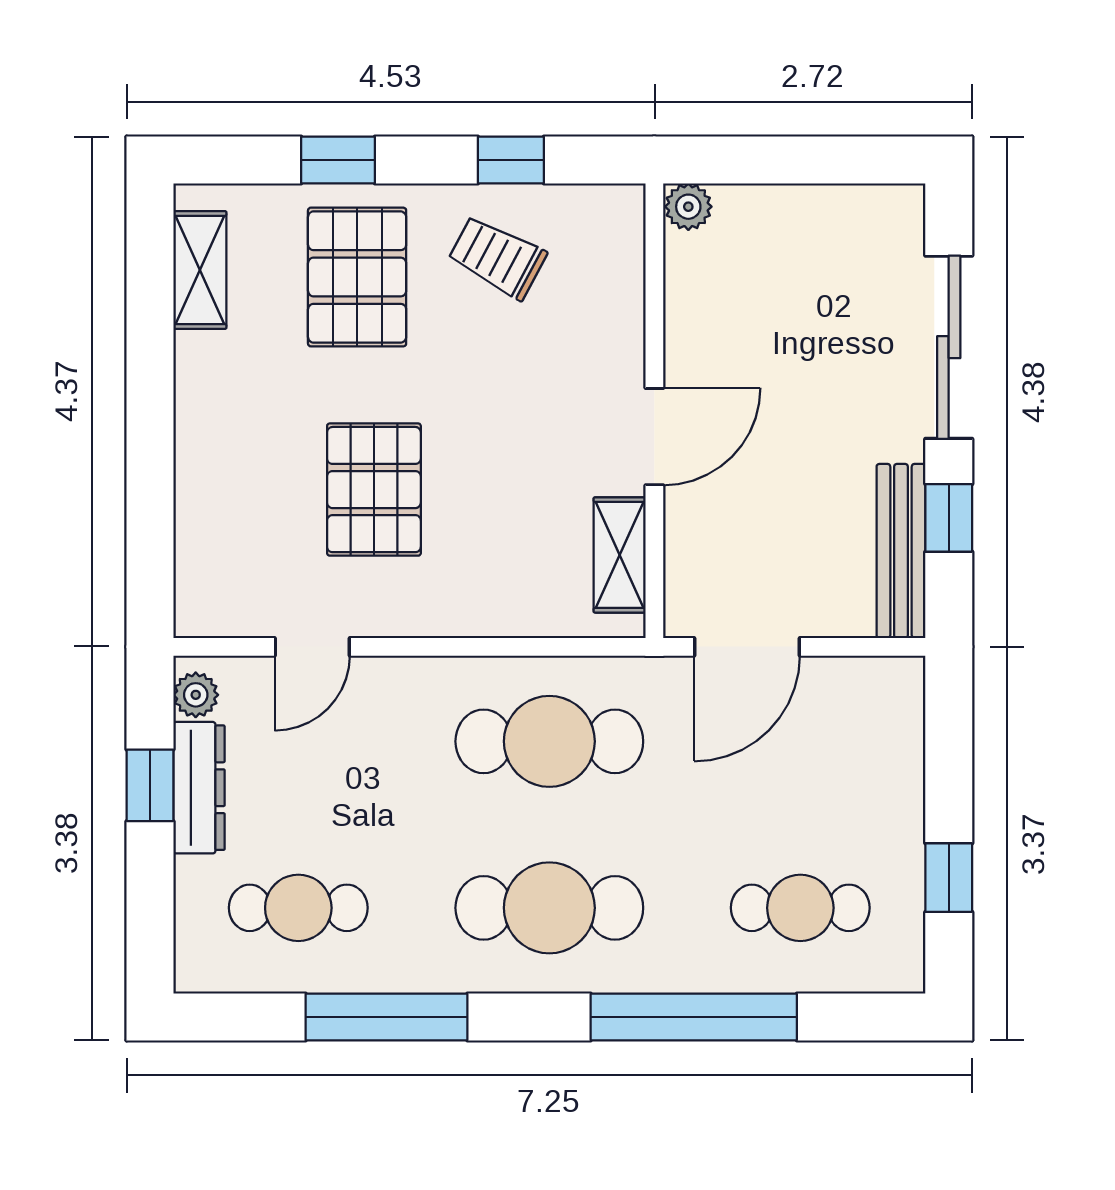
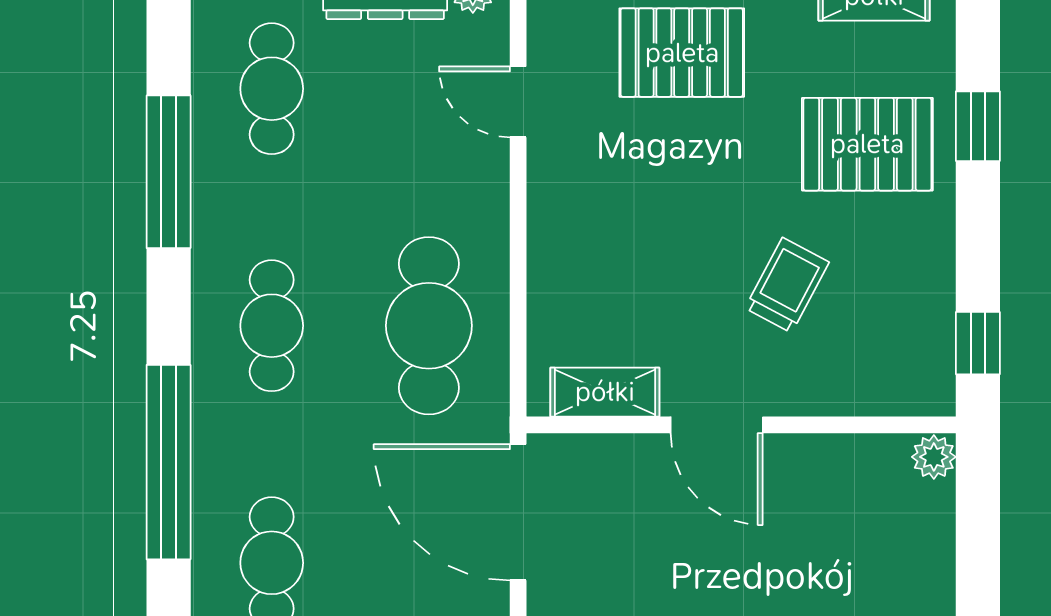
window: (511, 160) -> (978, 343), moved
trolley: (497, 257) -> (787, 285), moved
pallet: (374, 490) -> (682, 53), moved
door: (747, 647) -> (518, 512), width x1.36
cafe table: (549, 908) -> (272, 326), width x0.73, depth x0.74

